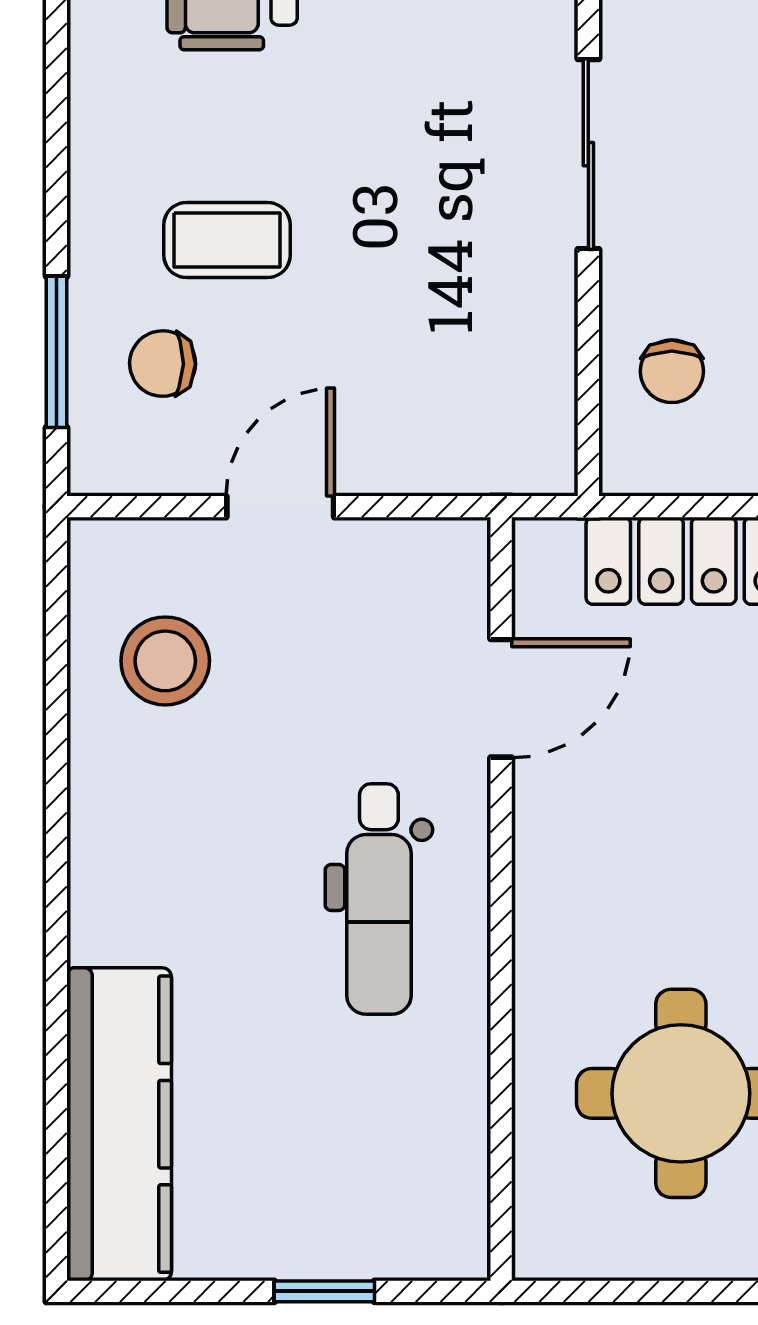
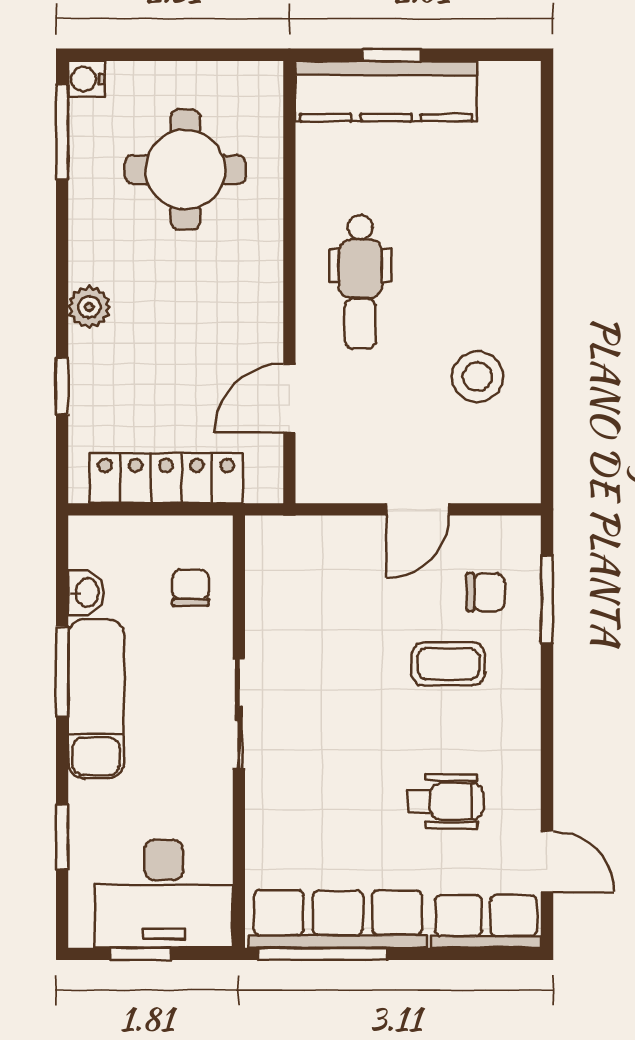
stool: (165, 661) -> (477, 377), moved
dental chair: (379, 899) -> (360, 282), turned 180
kitchen counter: (119, 1124) -> (386, 91), moved, turned -90

